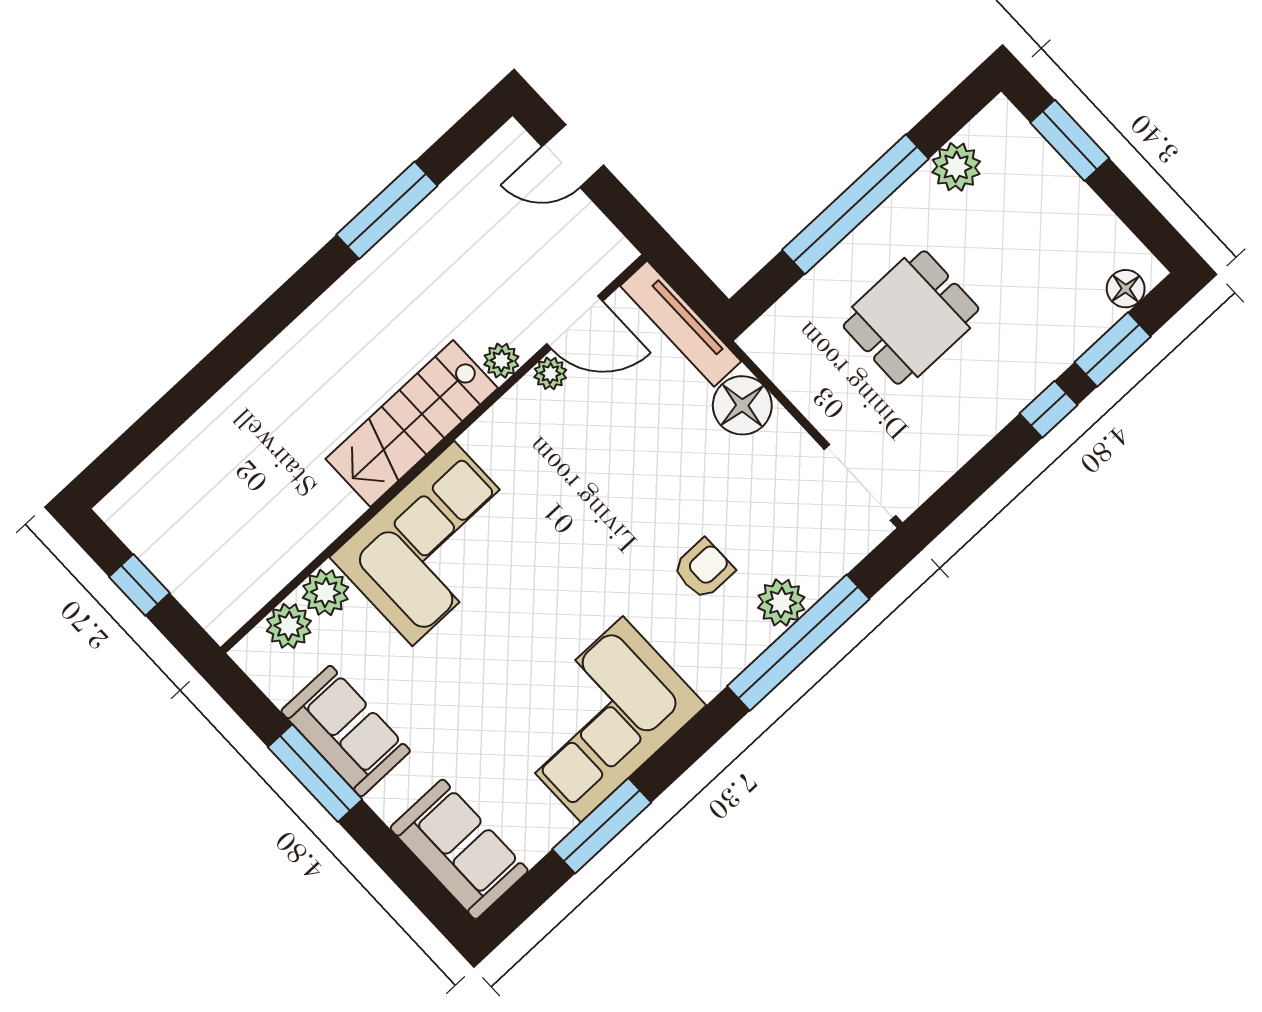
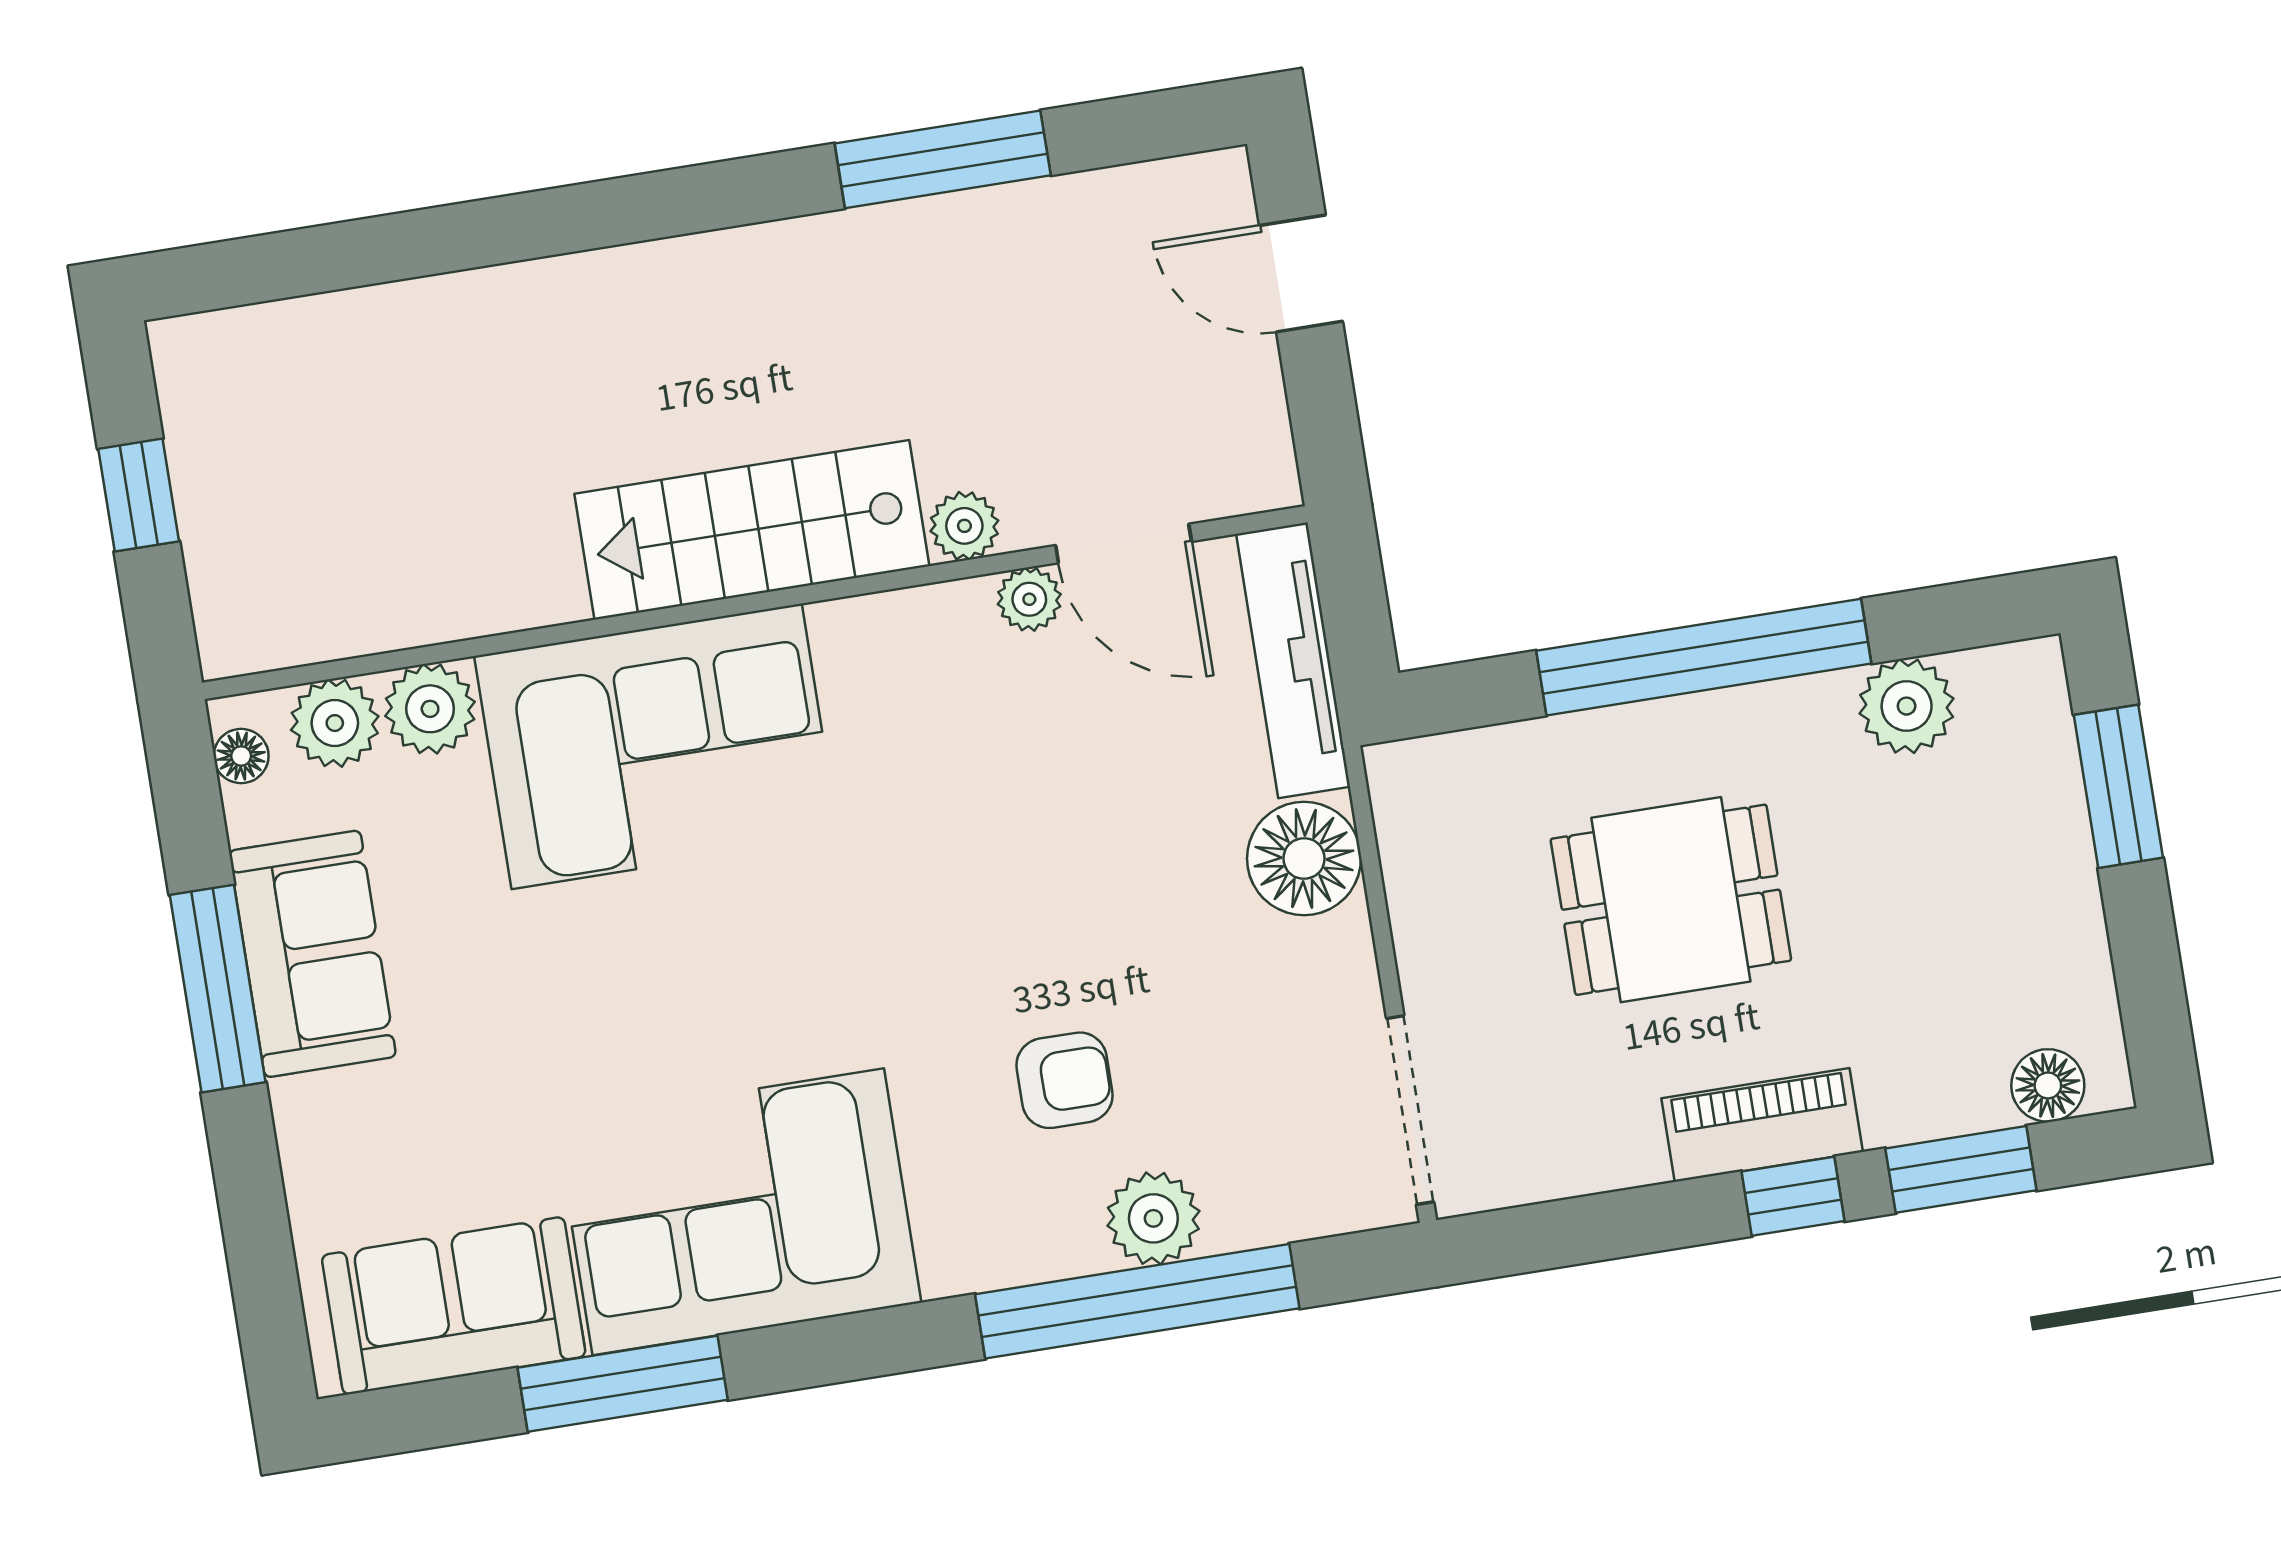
piano: (1015, 388) -> (1762, 1125), added
floor lamp: (258, 667) -> (241, 756), added
sofa: (459, 849) -> (454, 1306), moved, turned -90

